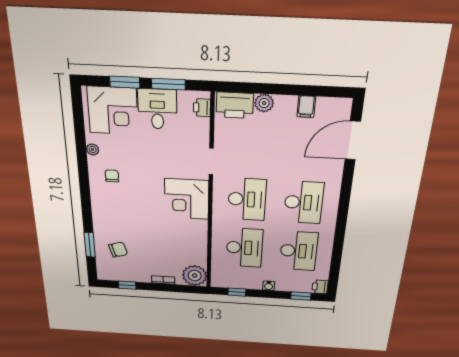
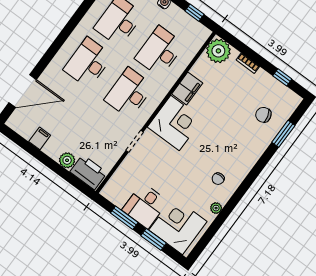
printer: (202, 108) -> (113, 186), removed
filing cabinet: (198, 233) -> (187, 89), added

